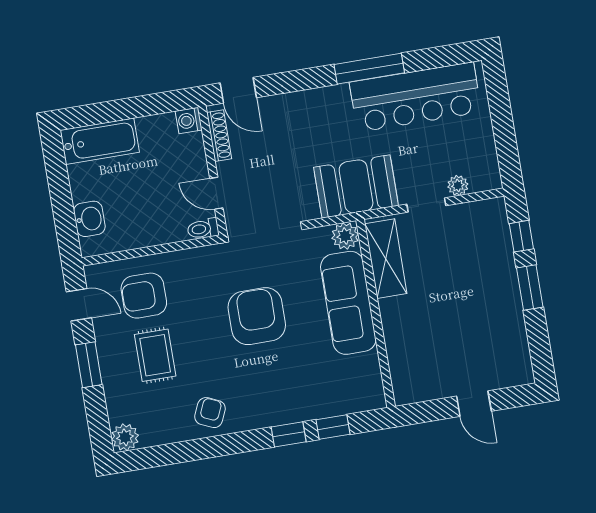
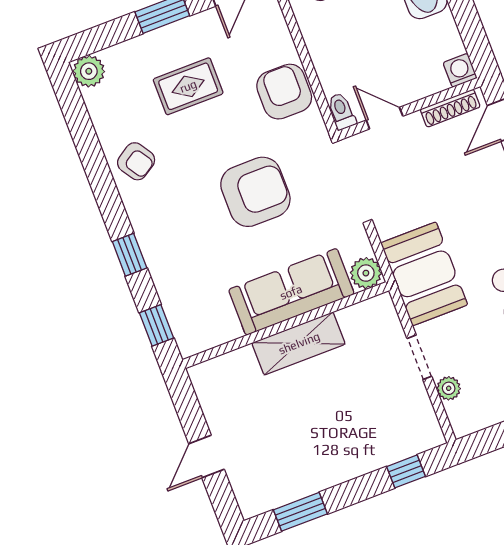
door: (216, 193) -> (385, 118), hinge flipped
shelving: (386, 259) -> (299, 343), moved
window: (530, 287) -> (300, 512), moved
armchair: (144, 296) -> (284, 92), moved
armchair: (210, 413) -> (136, 161), turned 33
window: (333, 427) -> (157, 325), moved

